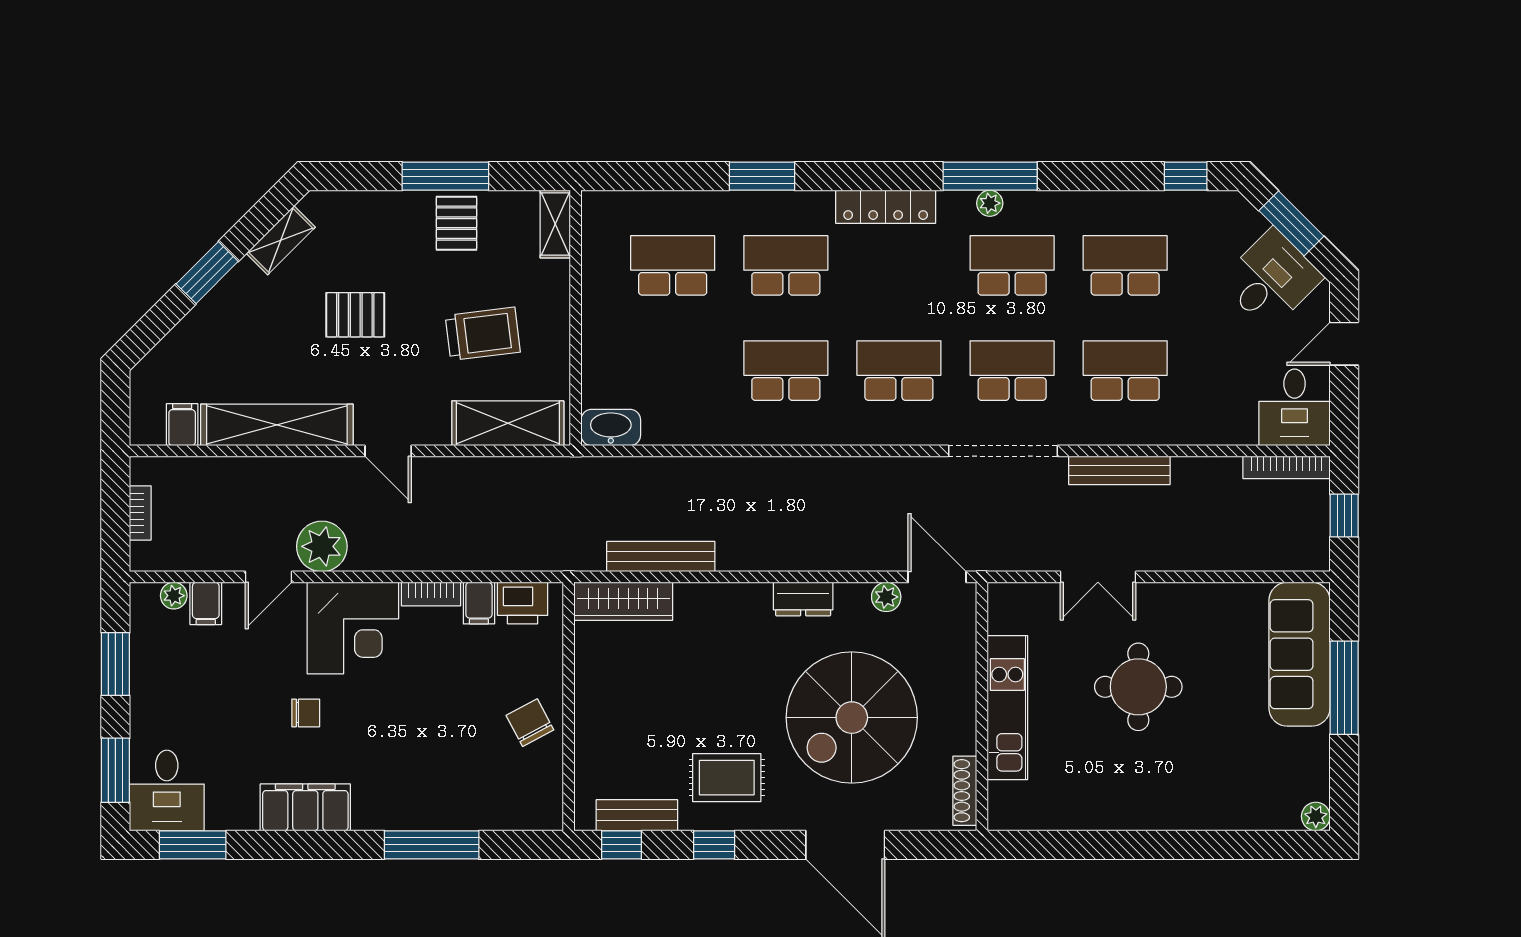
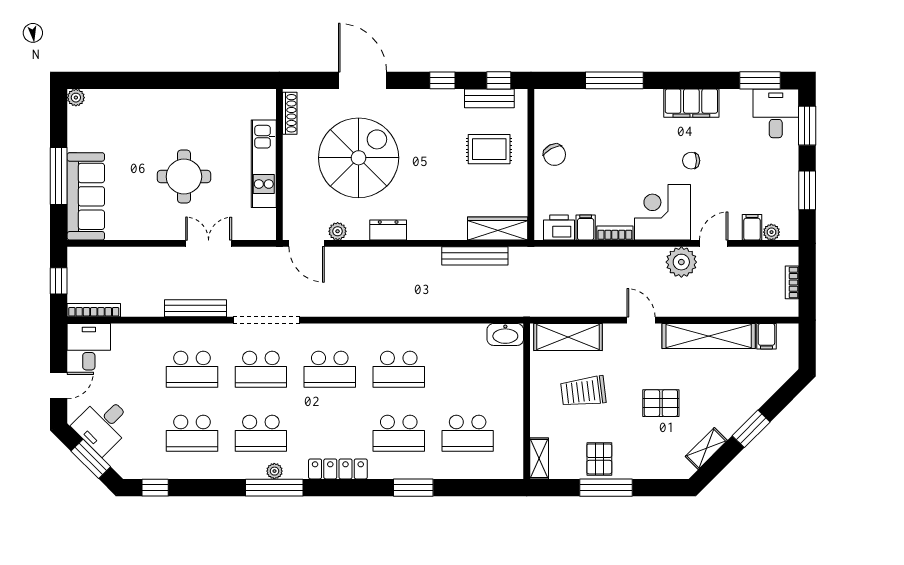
rug: (727, 778) -> (489, 149), moved

